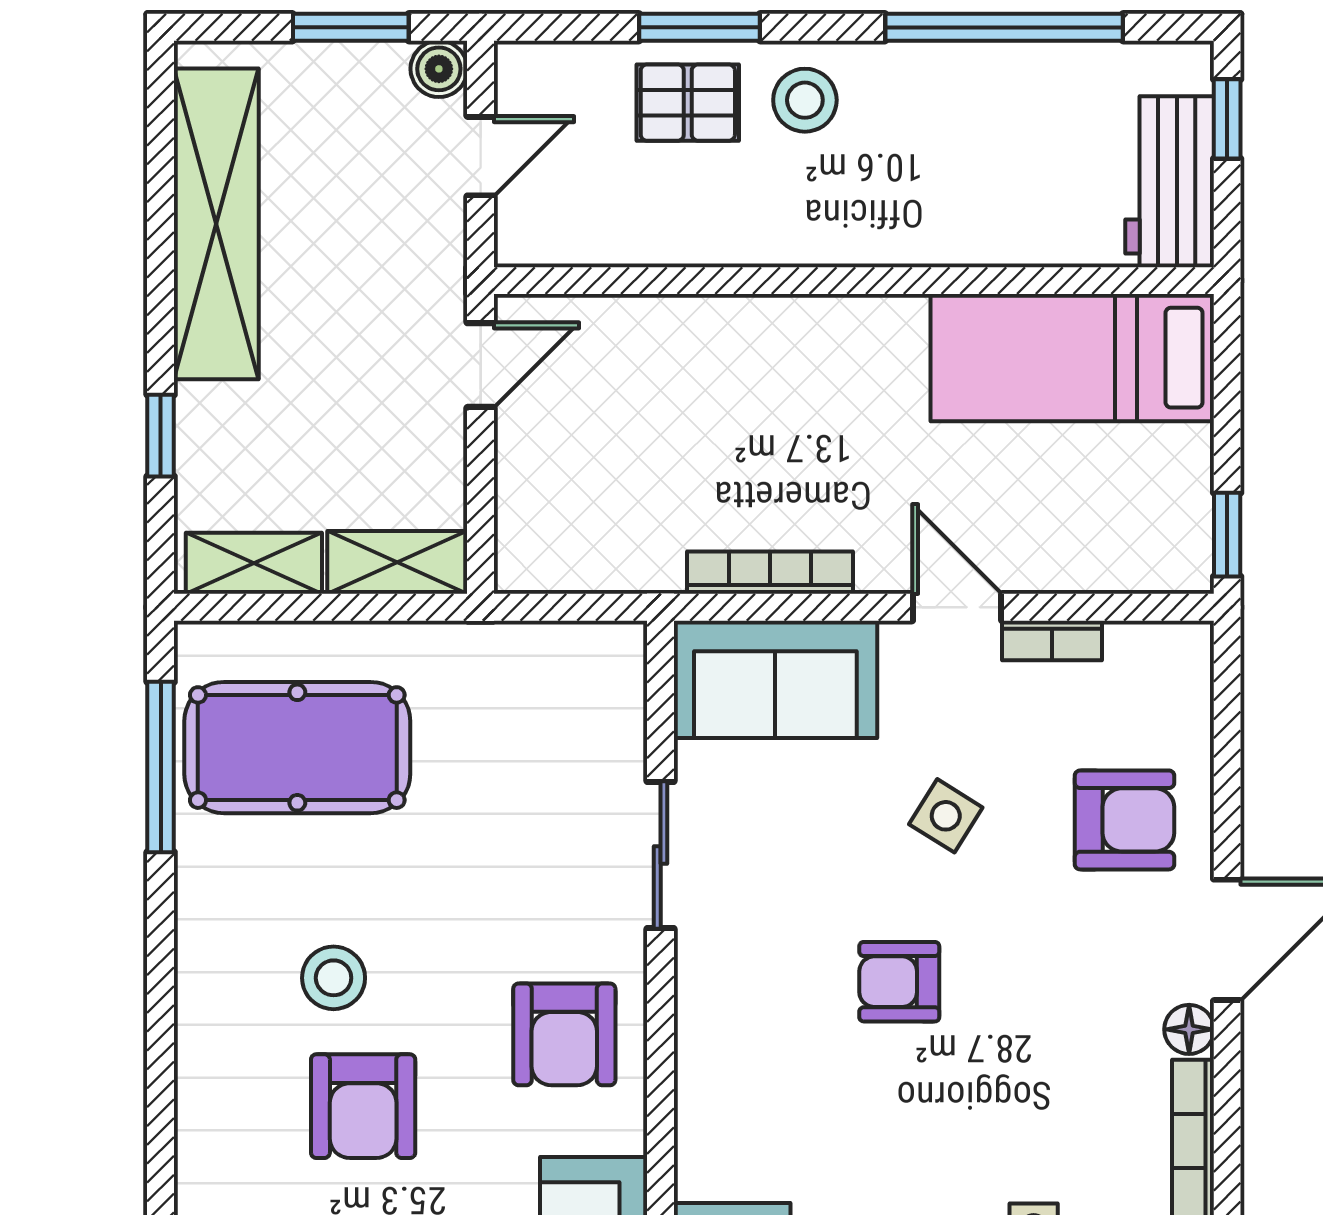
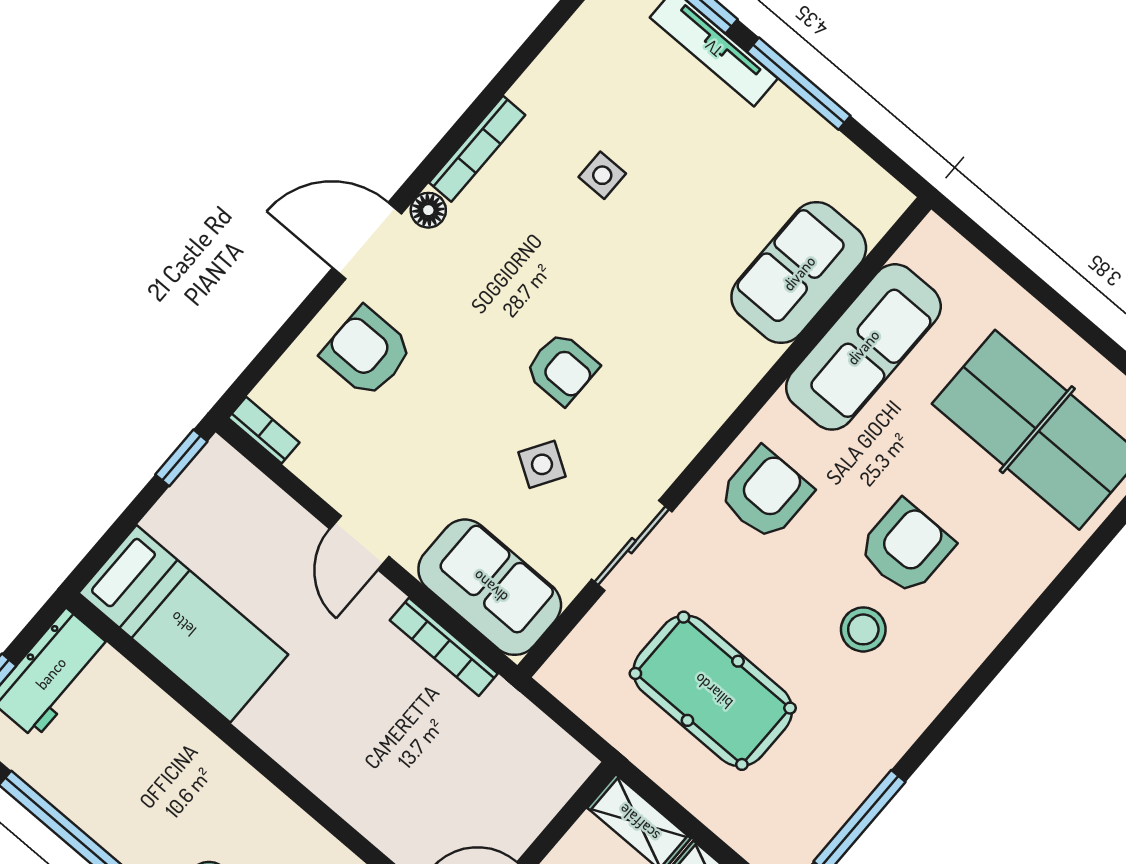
bookcase: (1052, 640) -> (264, 430), moved
pool table: (297, 748) -> (713, 691), moved
side table: (946, 816) -> (542, 464), moved

